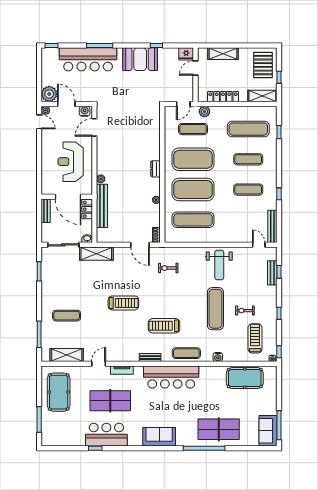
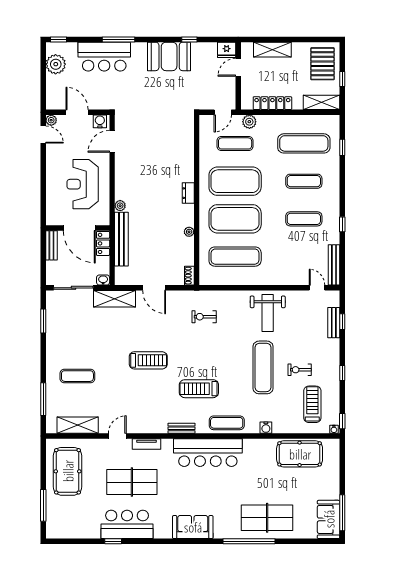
bar counter: (88, 59) -> (104, 57), width x0.73
plant: (49, 94) -> (56, 64), moved
door: (140, 245) -> (154, 288), moved

